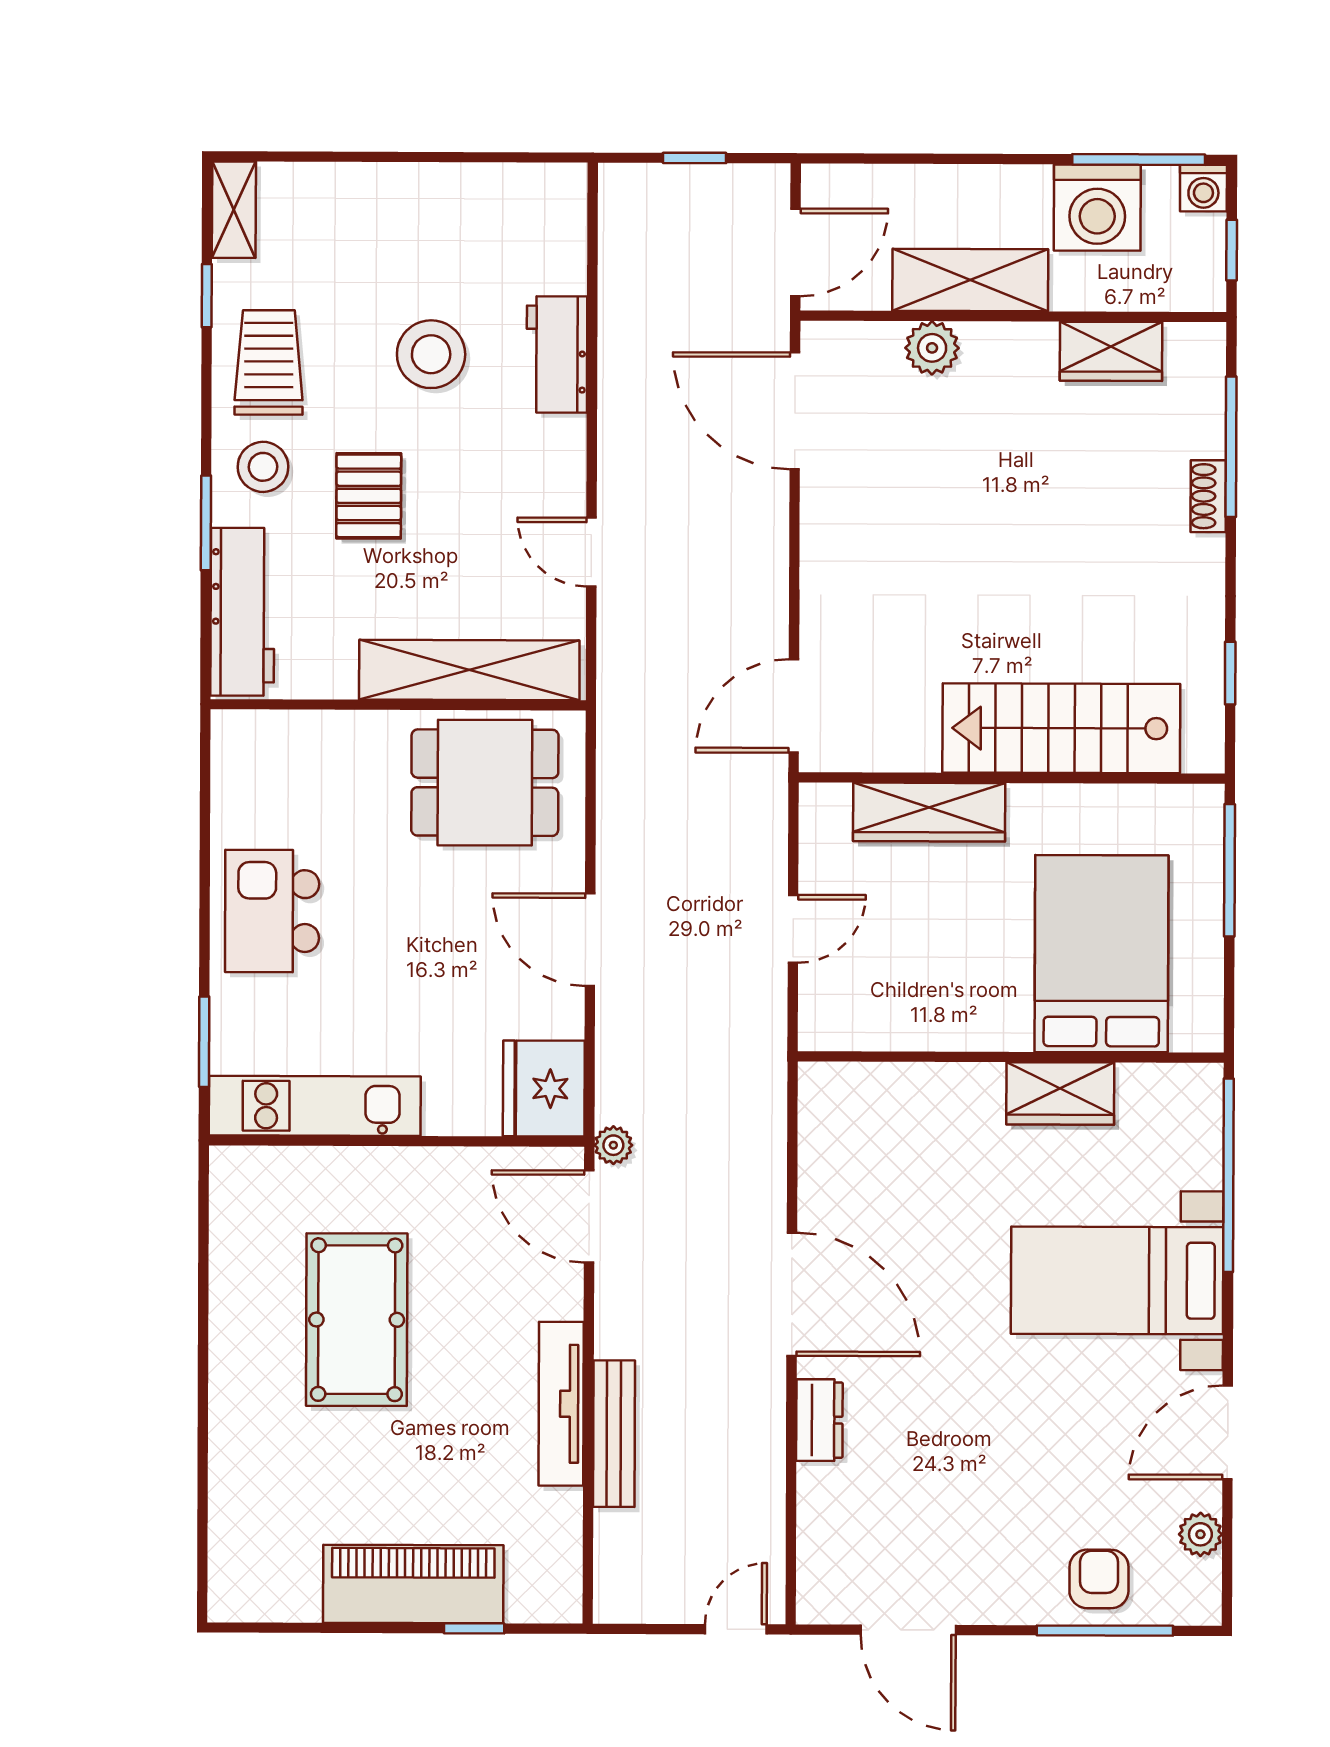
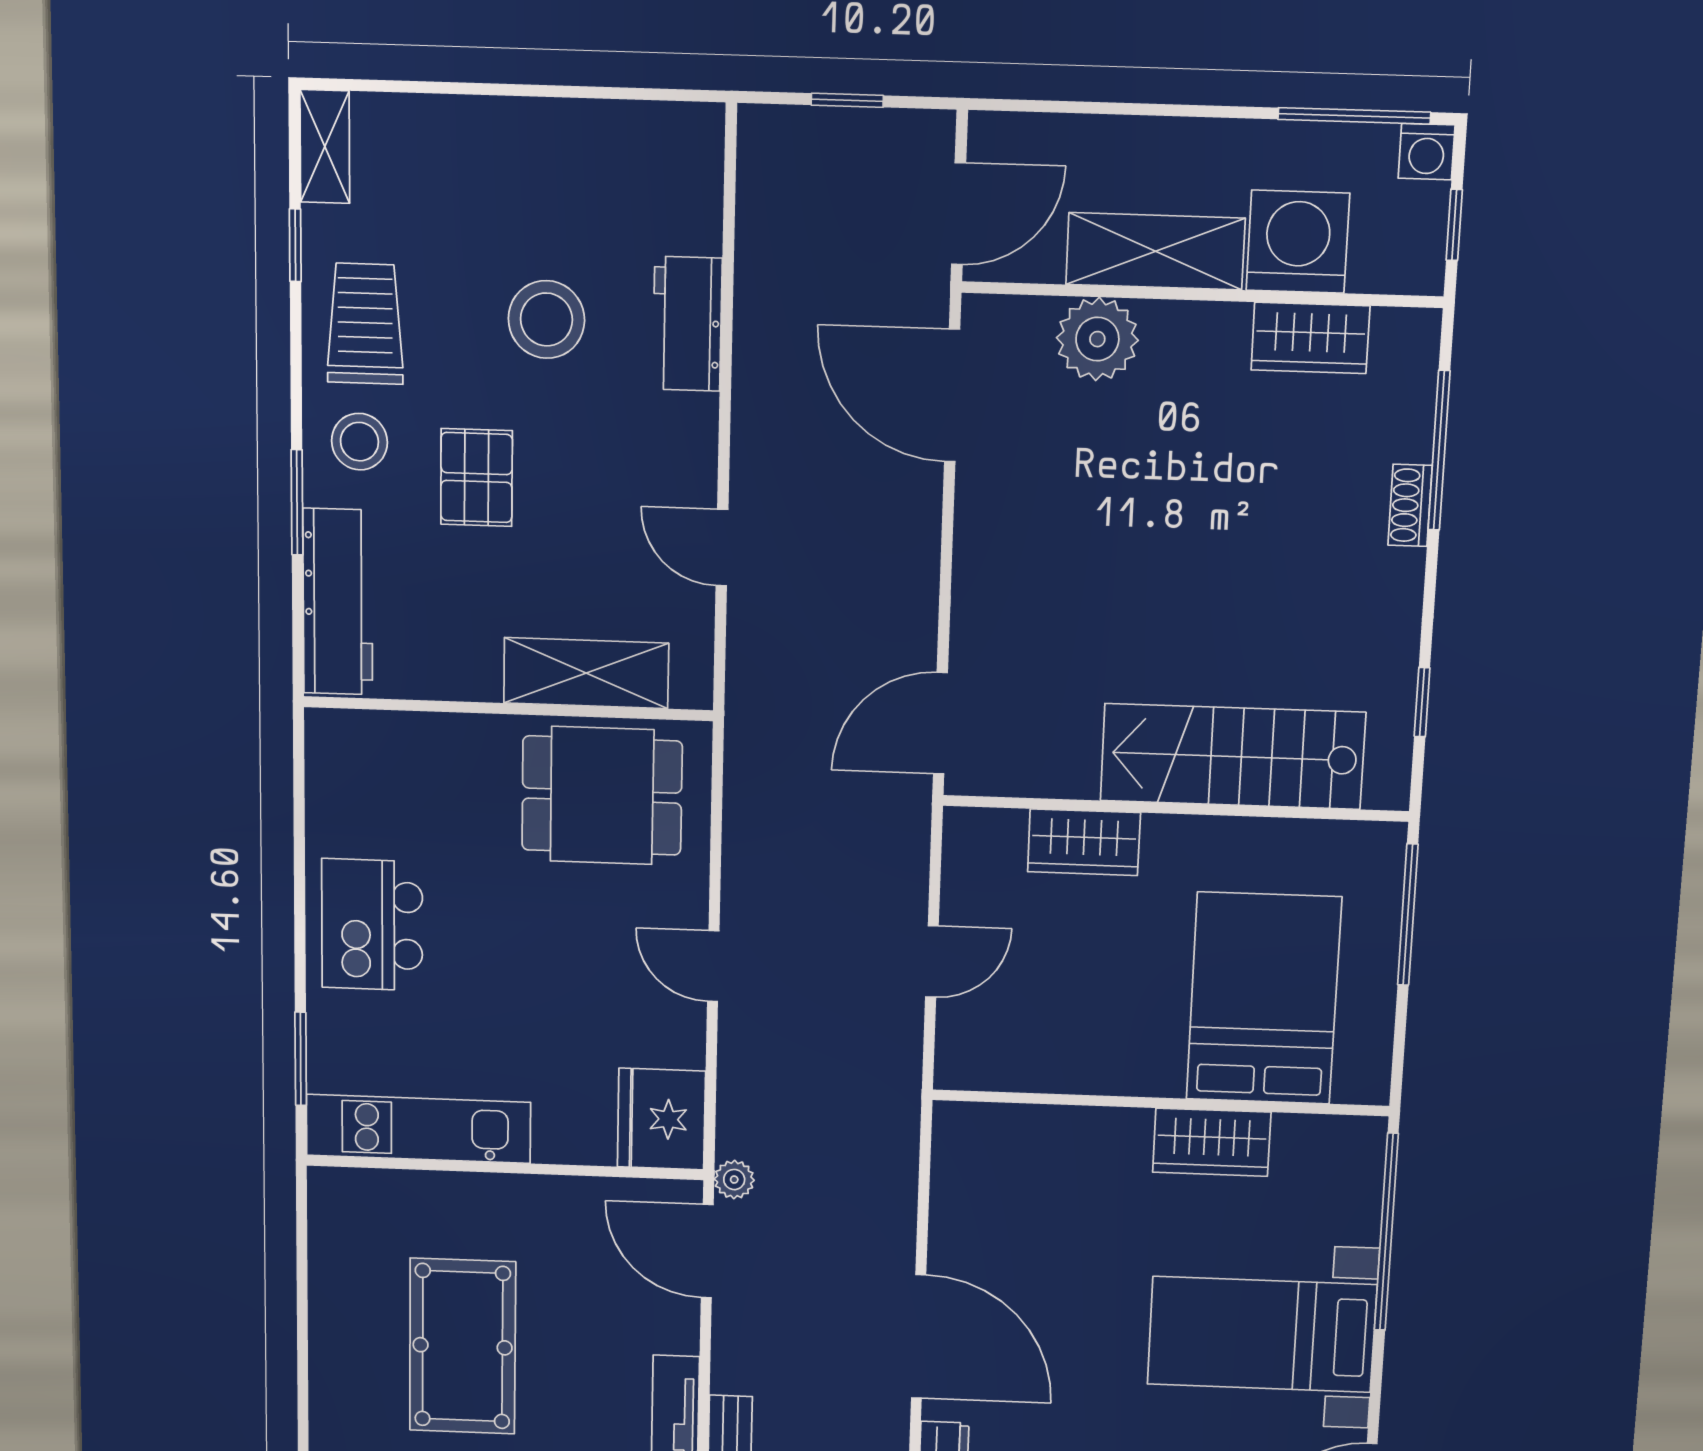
washing machine: (1097, 208) -> (1298, 242), moved, turned 180
plant: (932, 348) -> (1097, 339), width x1.36, depth x1.36
shelving: (469, 670) -> (586, 673), width x0.68
wardrobe: (929, 812) -> (1084, 842), width x0.67
door: (590, 940) -> (713, 966), width x0.73

